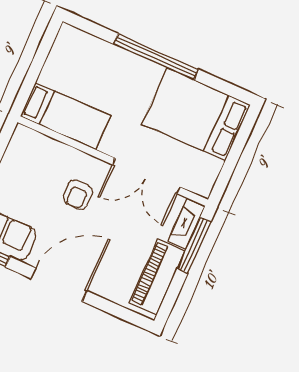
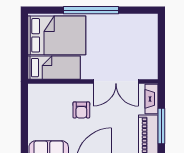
bed: (196, 114) -> (57, 35), moved, turned 180
window: (194, 245) -> (161, 126), moved

